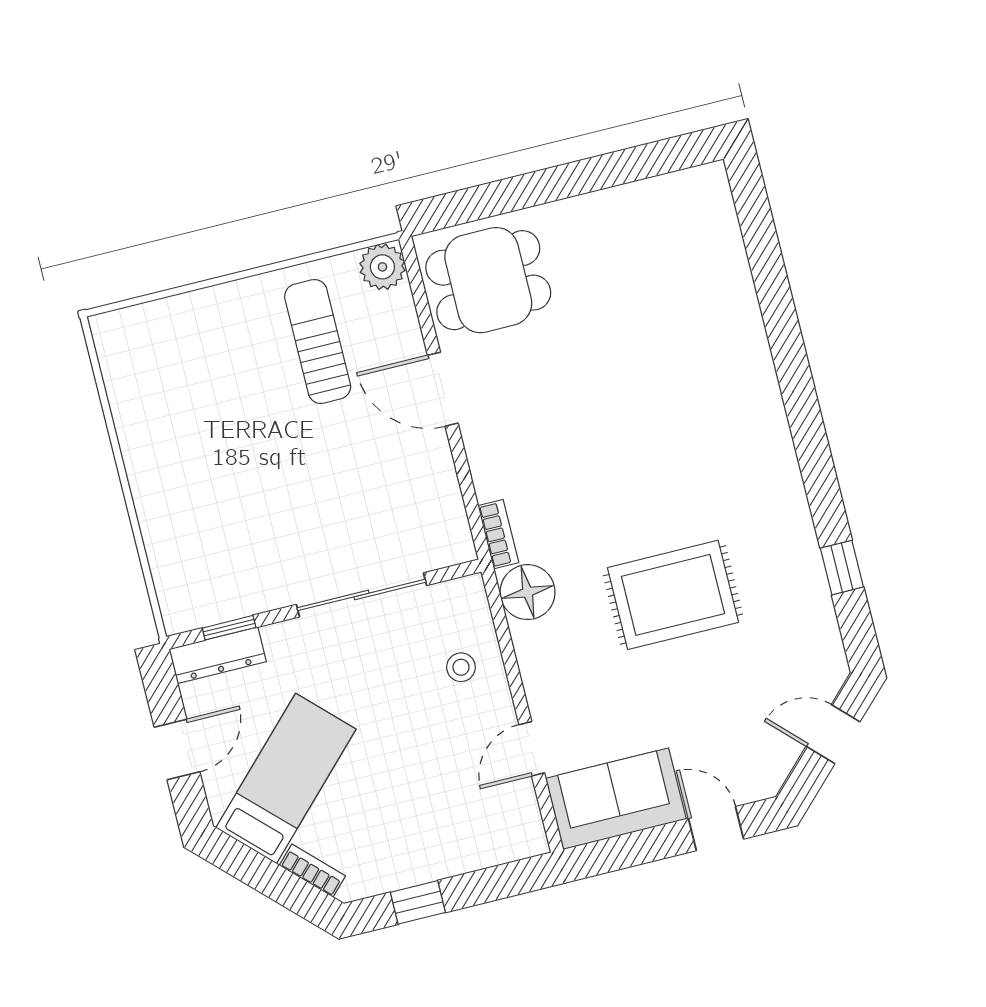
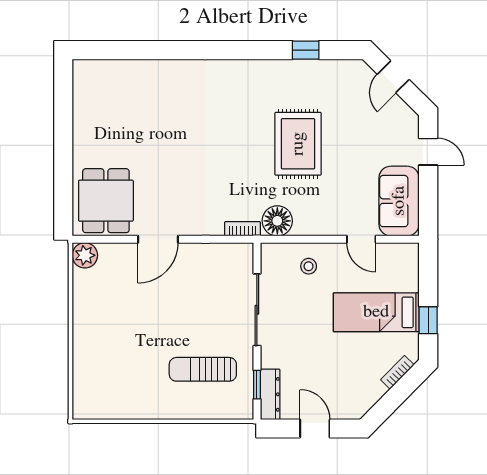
sun lounger: (318, 342) -> (203, 369), moved
bed: (286, 778) -> (376, 312), moved, turned -45
door: (716, 829) -> (428, 152), swing flipped

